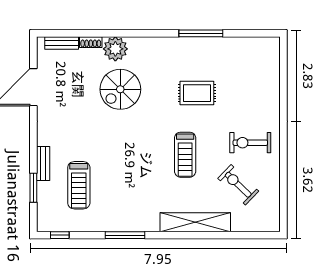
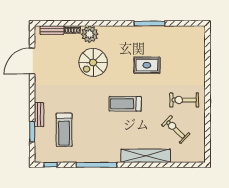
treadmill: (185, 155) -> (125, 104), moved, turned 90
window: (125, 235) -> (96, 165), width x1.46

